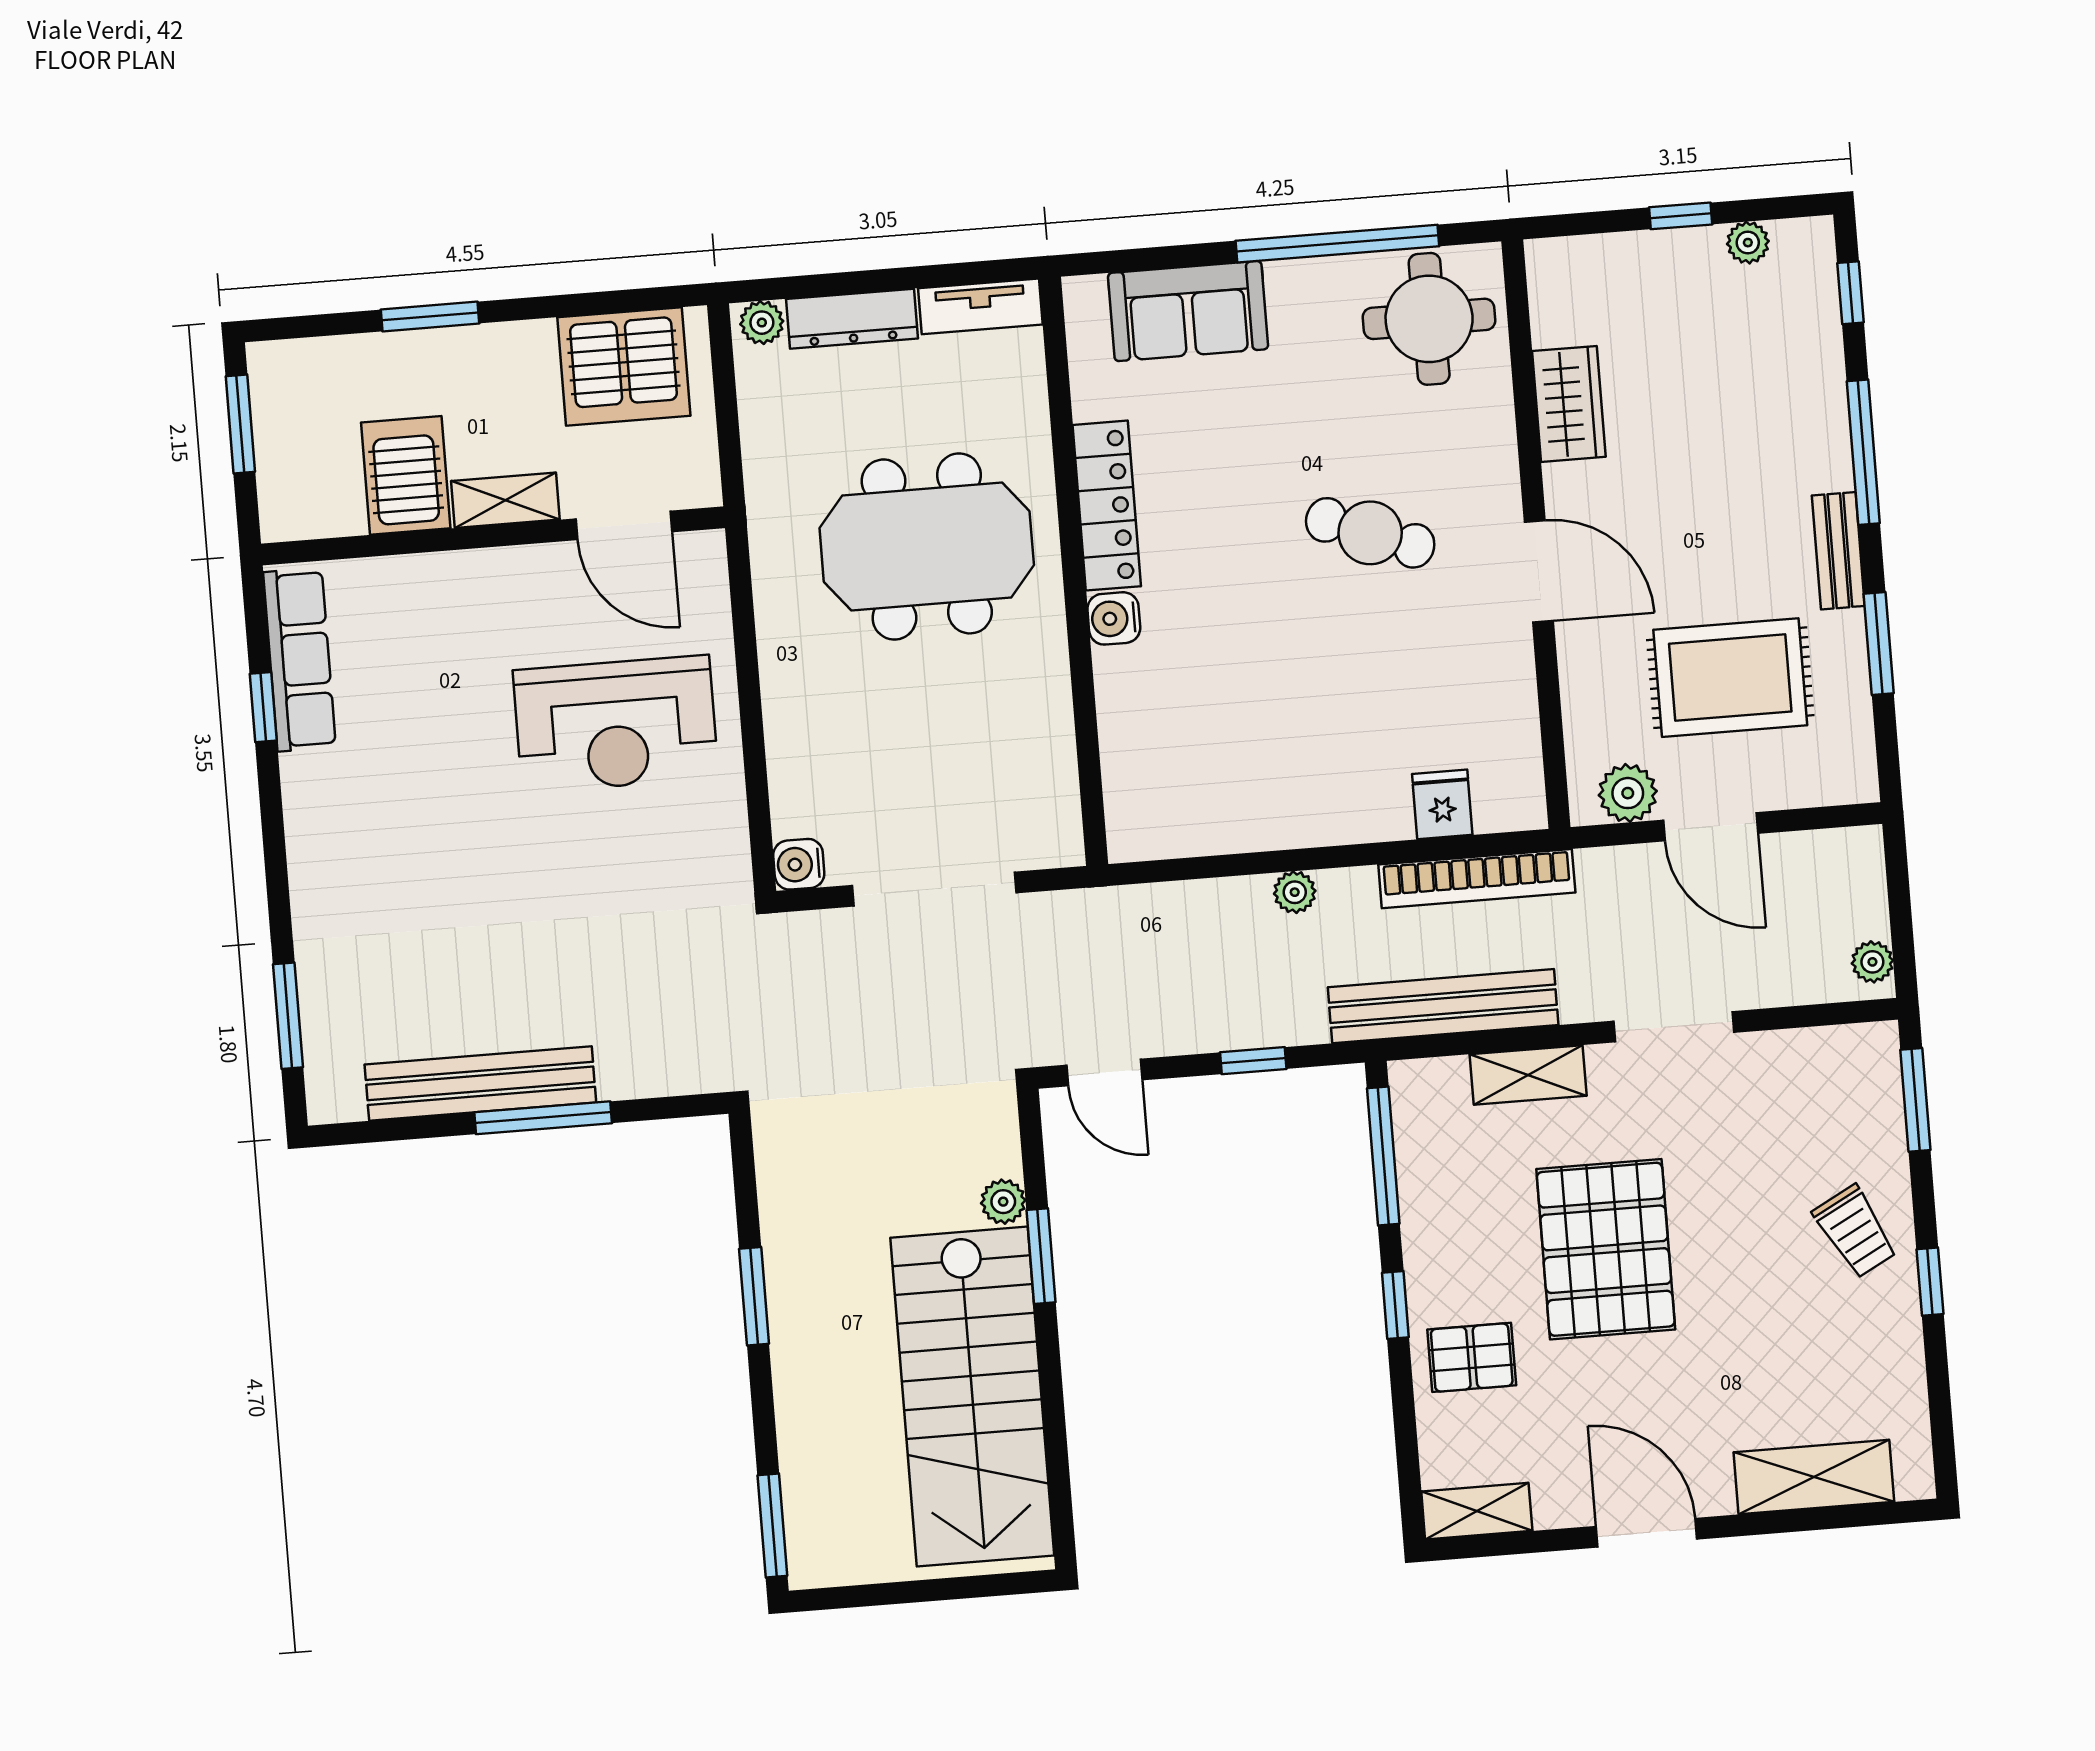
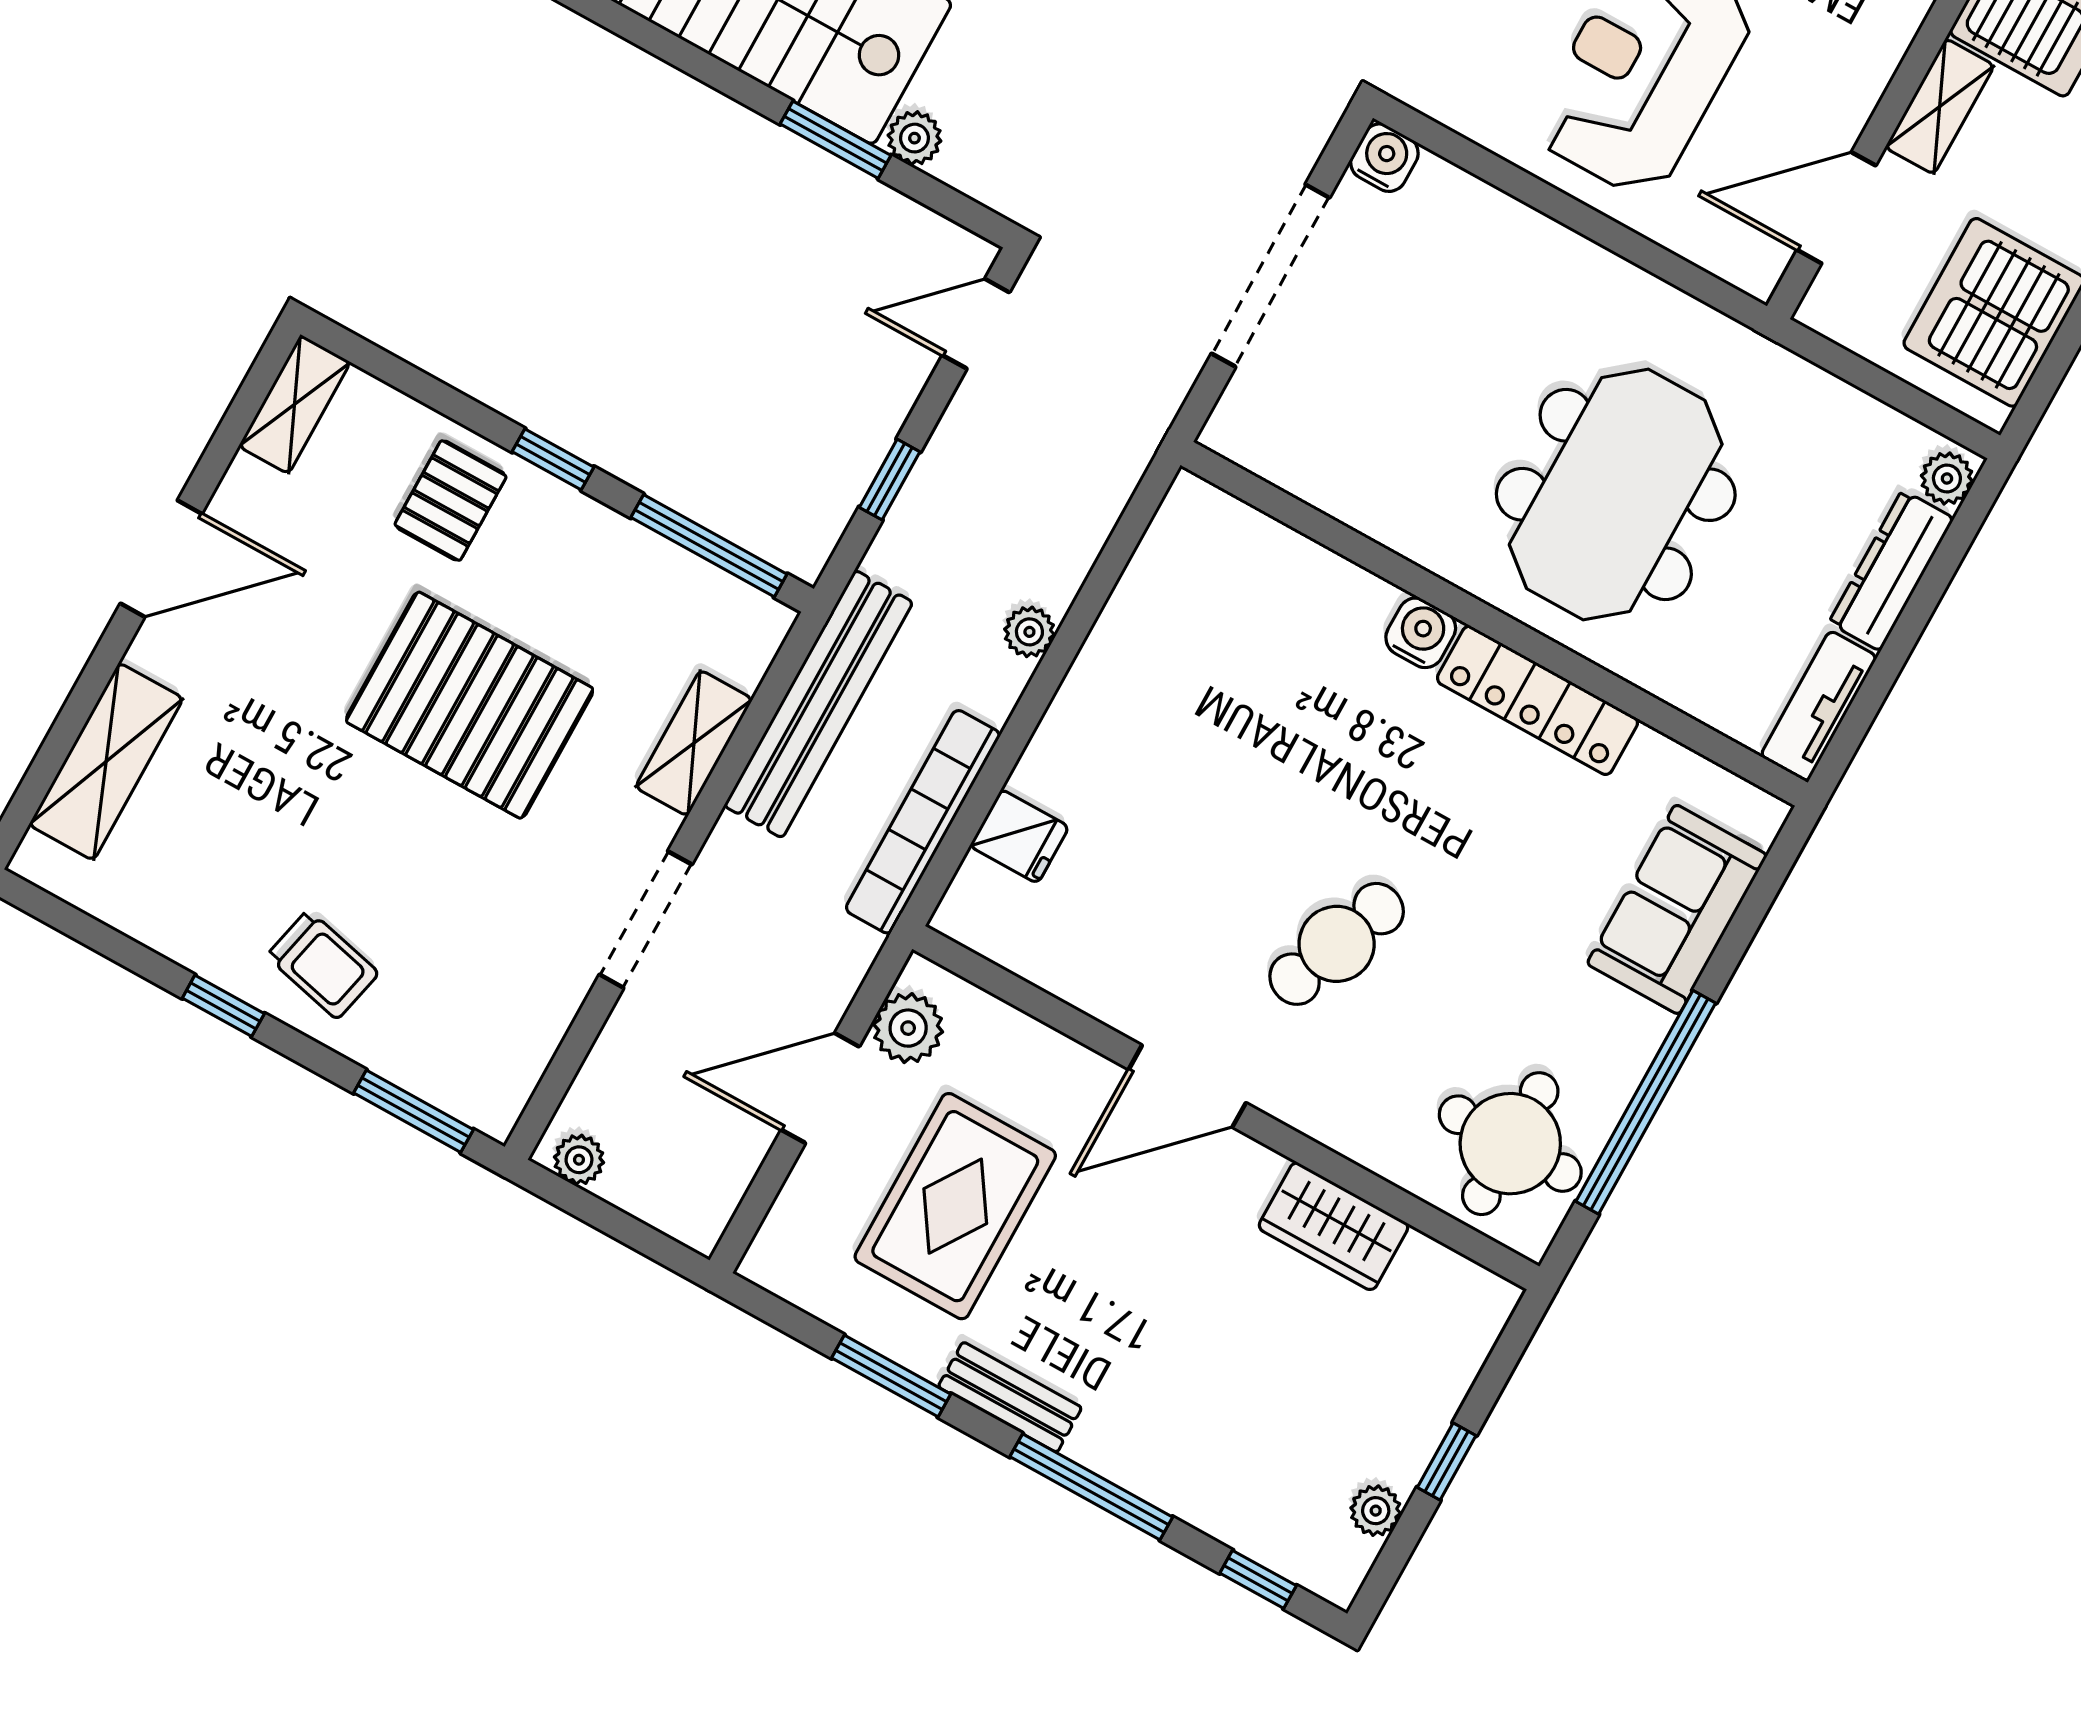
trolley: (1855, 1232) -> (323, 965), turned -139

